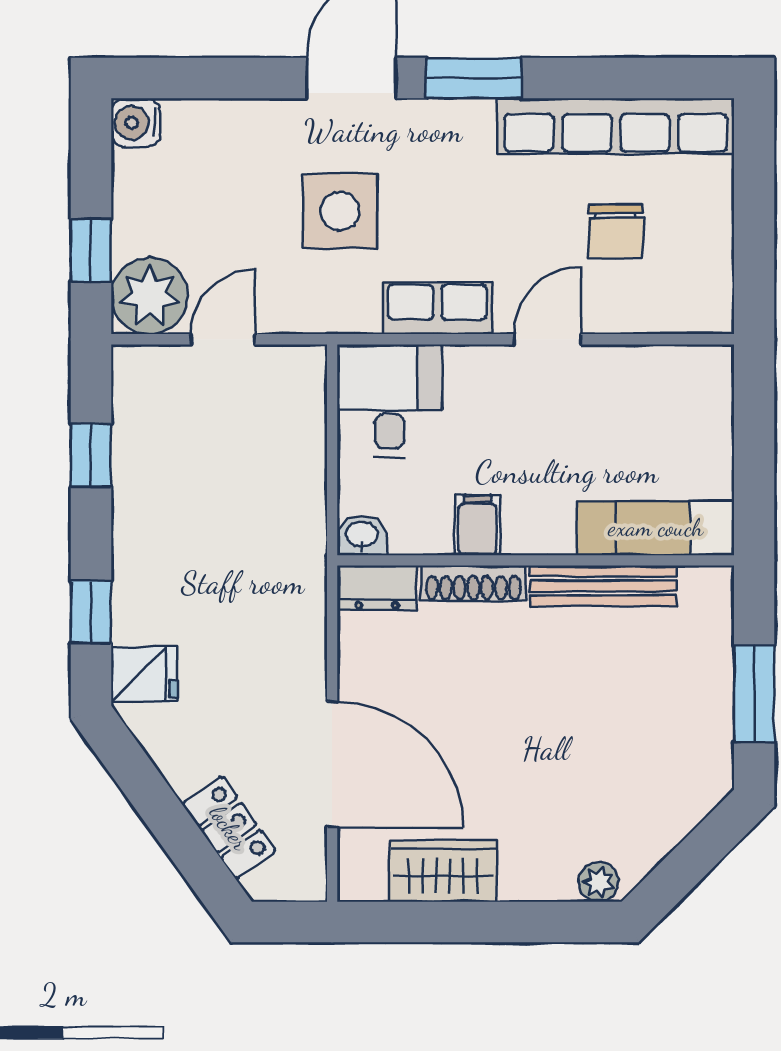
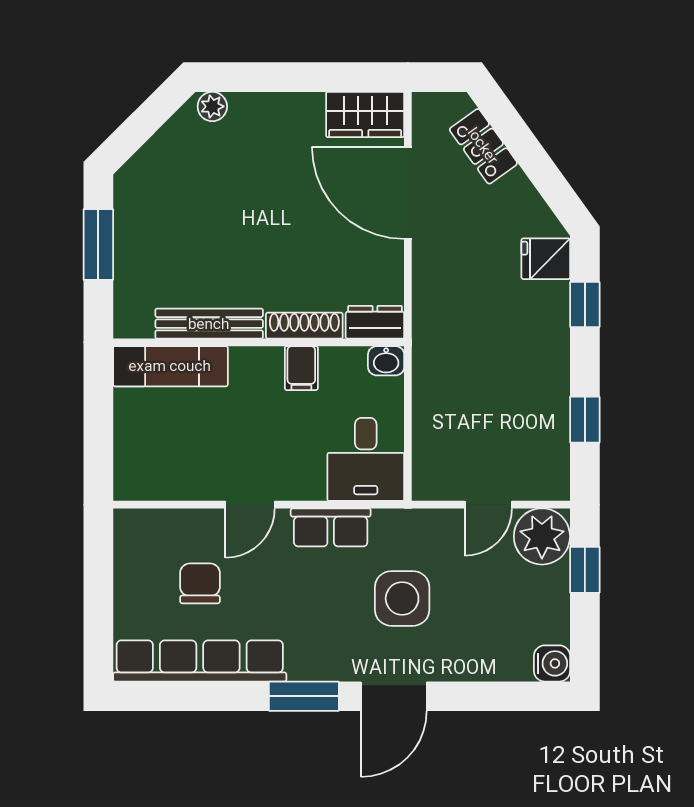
wardrobe: (443, 871) -> (365, 114), moved

